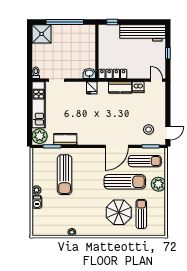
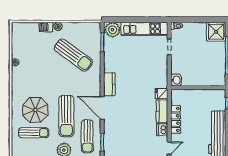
locker: (113, 74) -> (176, 119), moved
fridge: (92, 88) -> (161, 94), moved
stool: (149, 130) -> (119, 140), removed
kitchen counter: (65, 139) -> (109, 84), moved
sun lounger: (65, 175) -> (73, 55), turned -144

